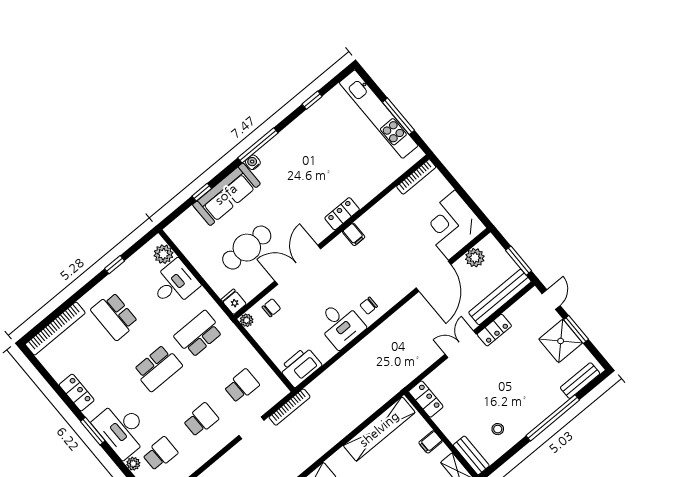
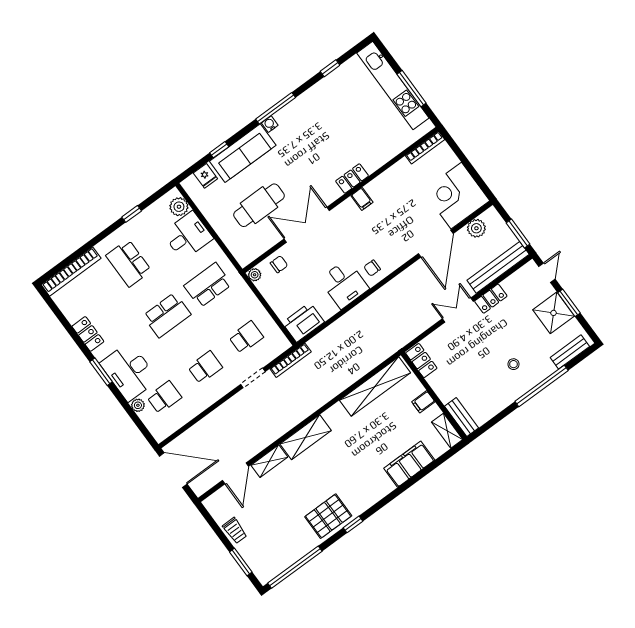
fridge: (234, 302) -> (205, 176), moved, turned 180
stool: (498, 429) -> (513, 364), moved

